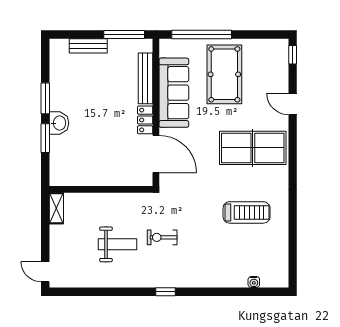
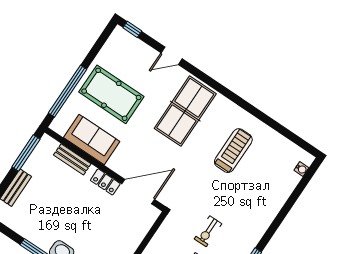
bench: (145, 78) -> (72, 159), width x0.73
sofa: (174, 93) -> (92, 139), width x0.73
water cooler: (254, 282) -> (301, 169), moved

